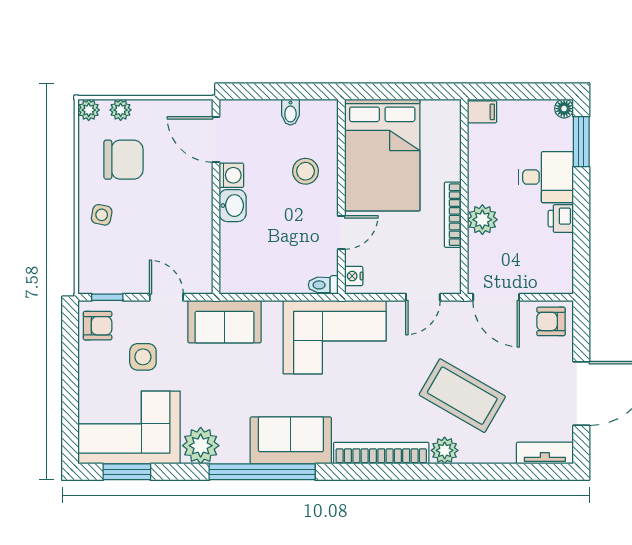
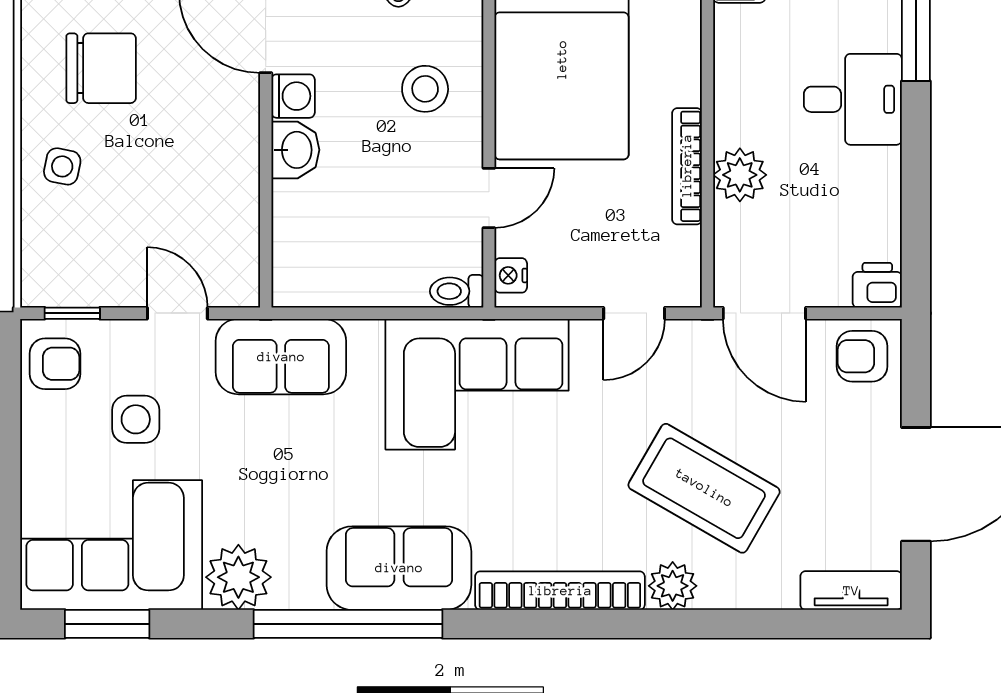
printer: (561, 219) -> (877, 285), moved, turned 90

